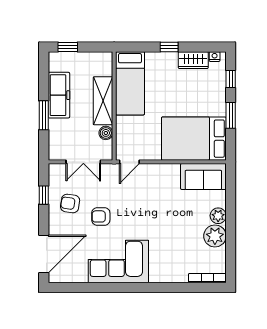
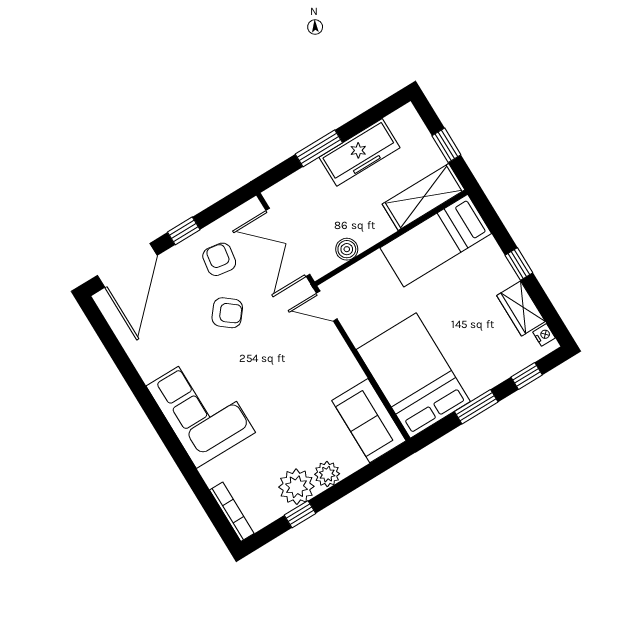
window: (68, 47) -> (446, 145), moved
shelving: (103, 101) -> (424, 197), moved
double door: (83, 162) -> (288, 242), width x1.37
window: (44, 195) -> (184, 231), moved
armchair: (101, 216) -> (227, 313), turned 128
window: (231, 243) -> (300, 514), added
door: (44, 254) -> (127, 265), hinge flipped
corner sofa: (118, 262) -> (201, 409), moved

